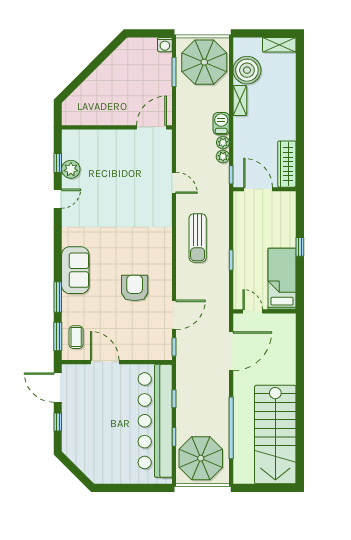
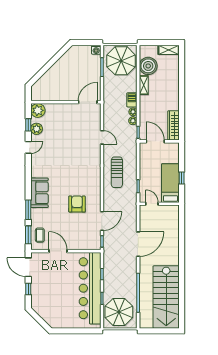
plant: (73, 140) -> (38, 110), added
bed: (282, 279) -> (170, 183), moved
door: (253, 311) -> (152, 204), moved
wall: (264, 311) -> (159, 204), moved

